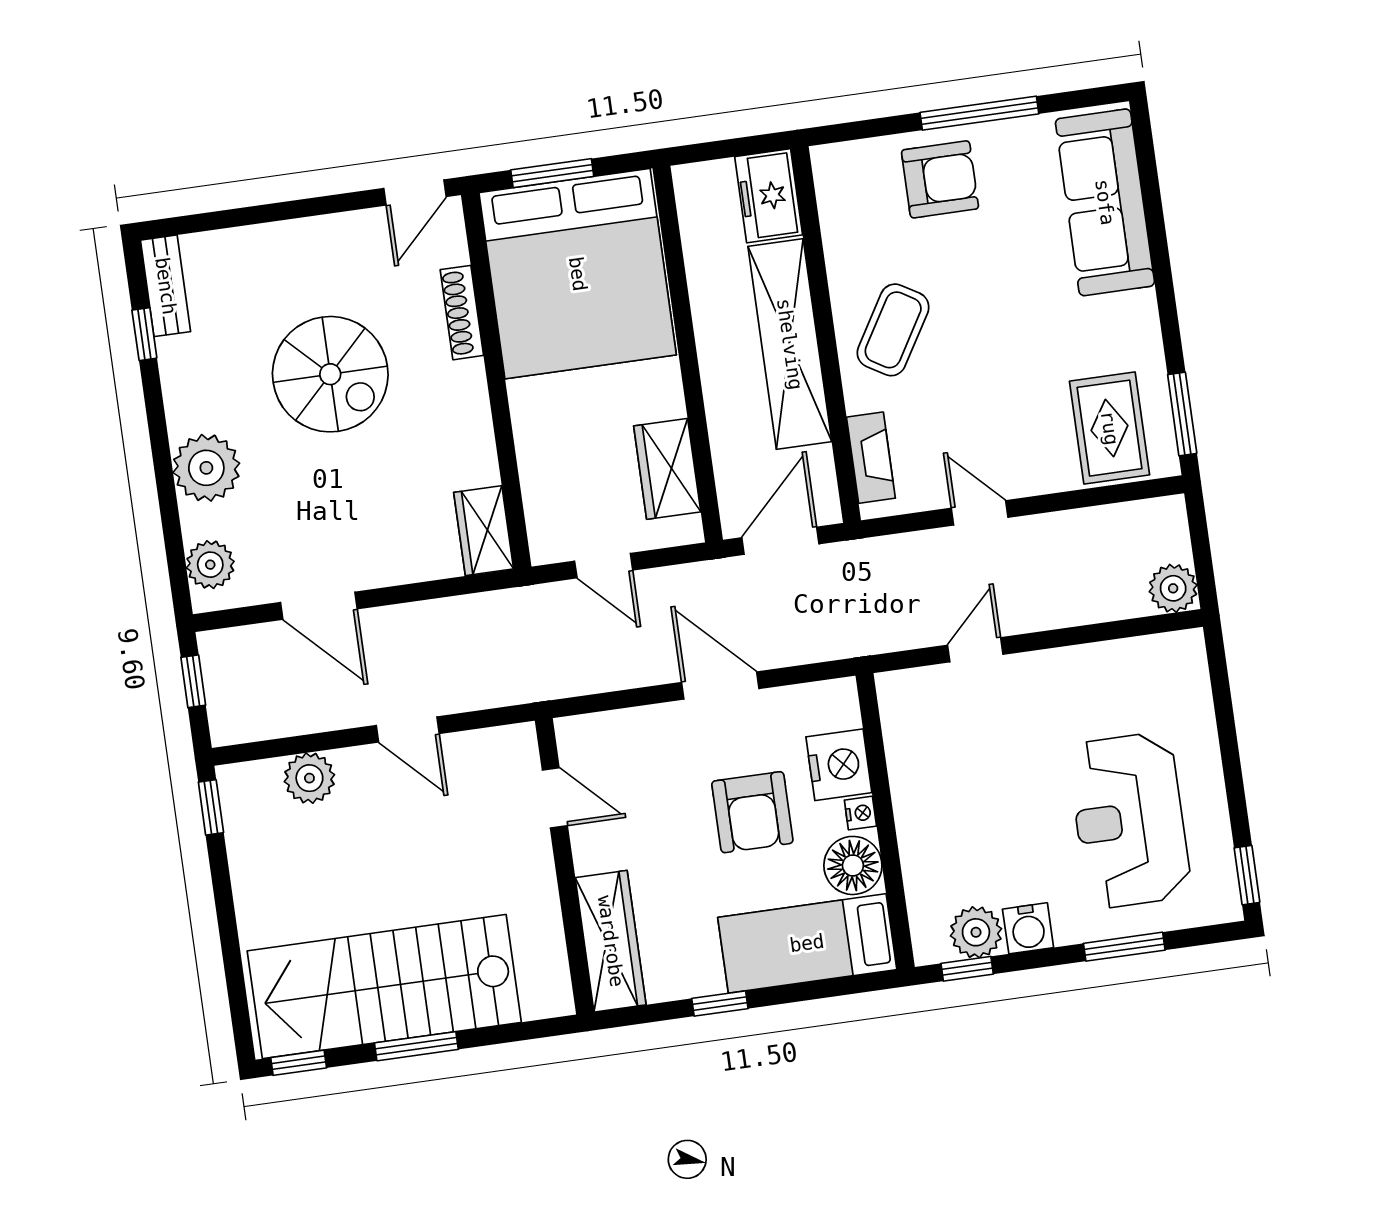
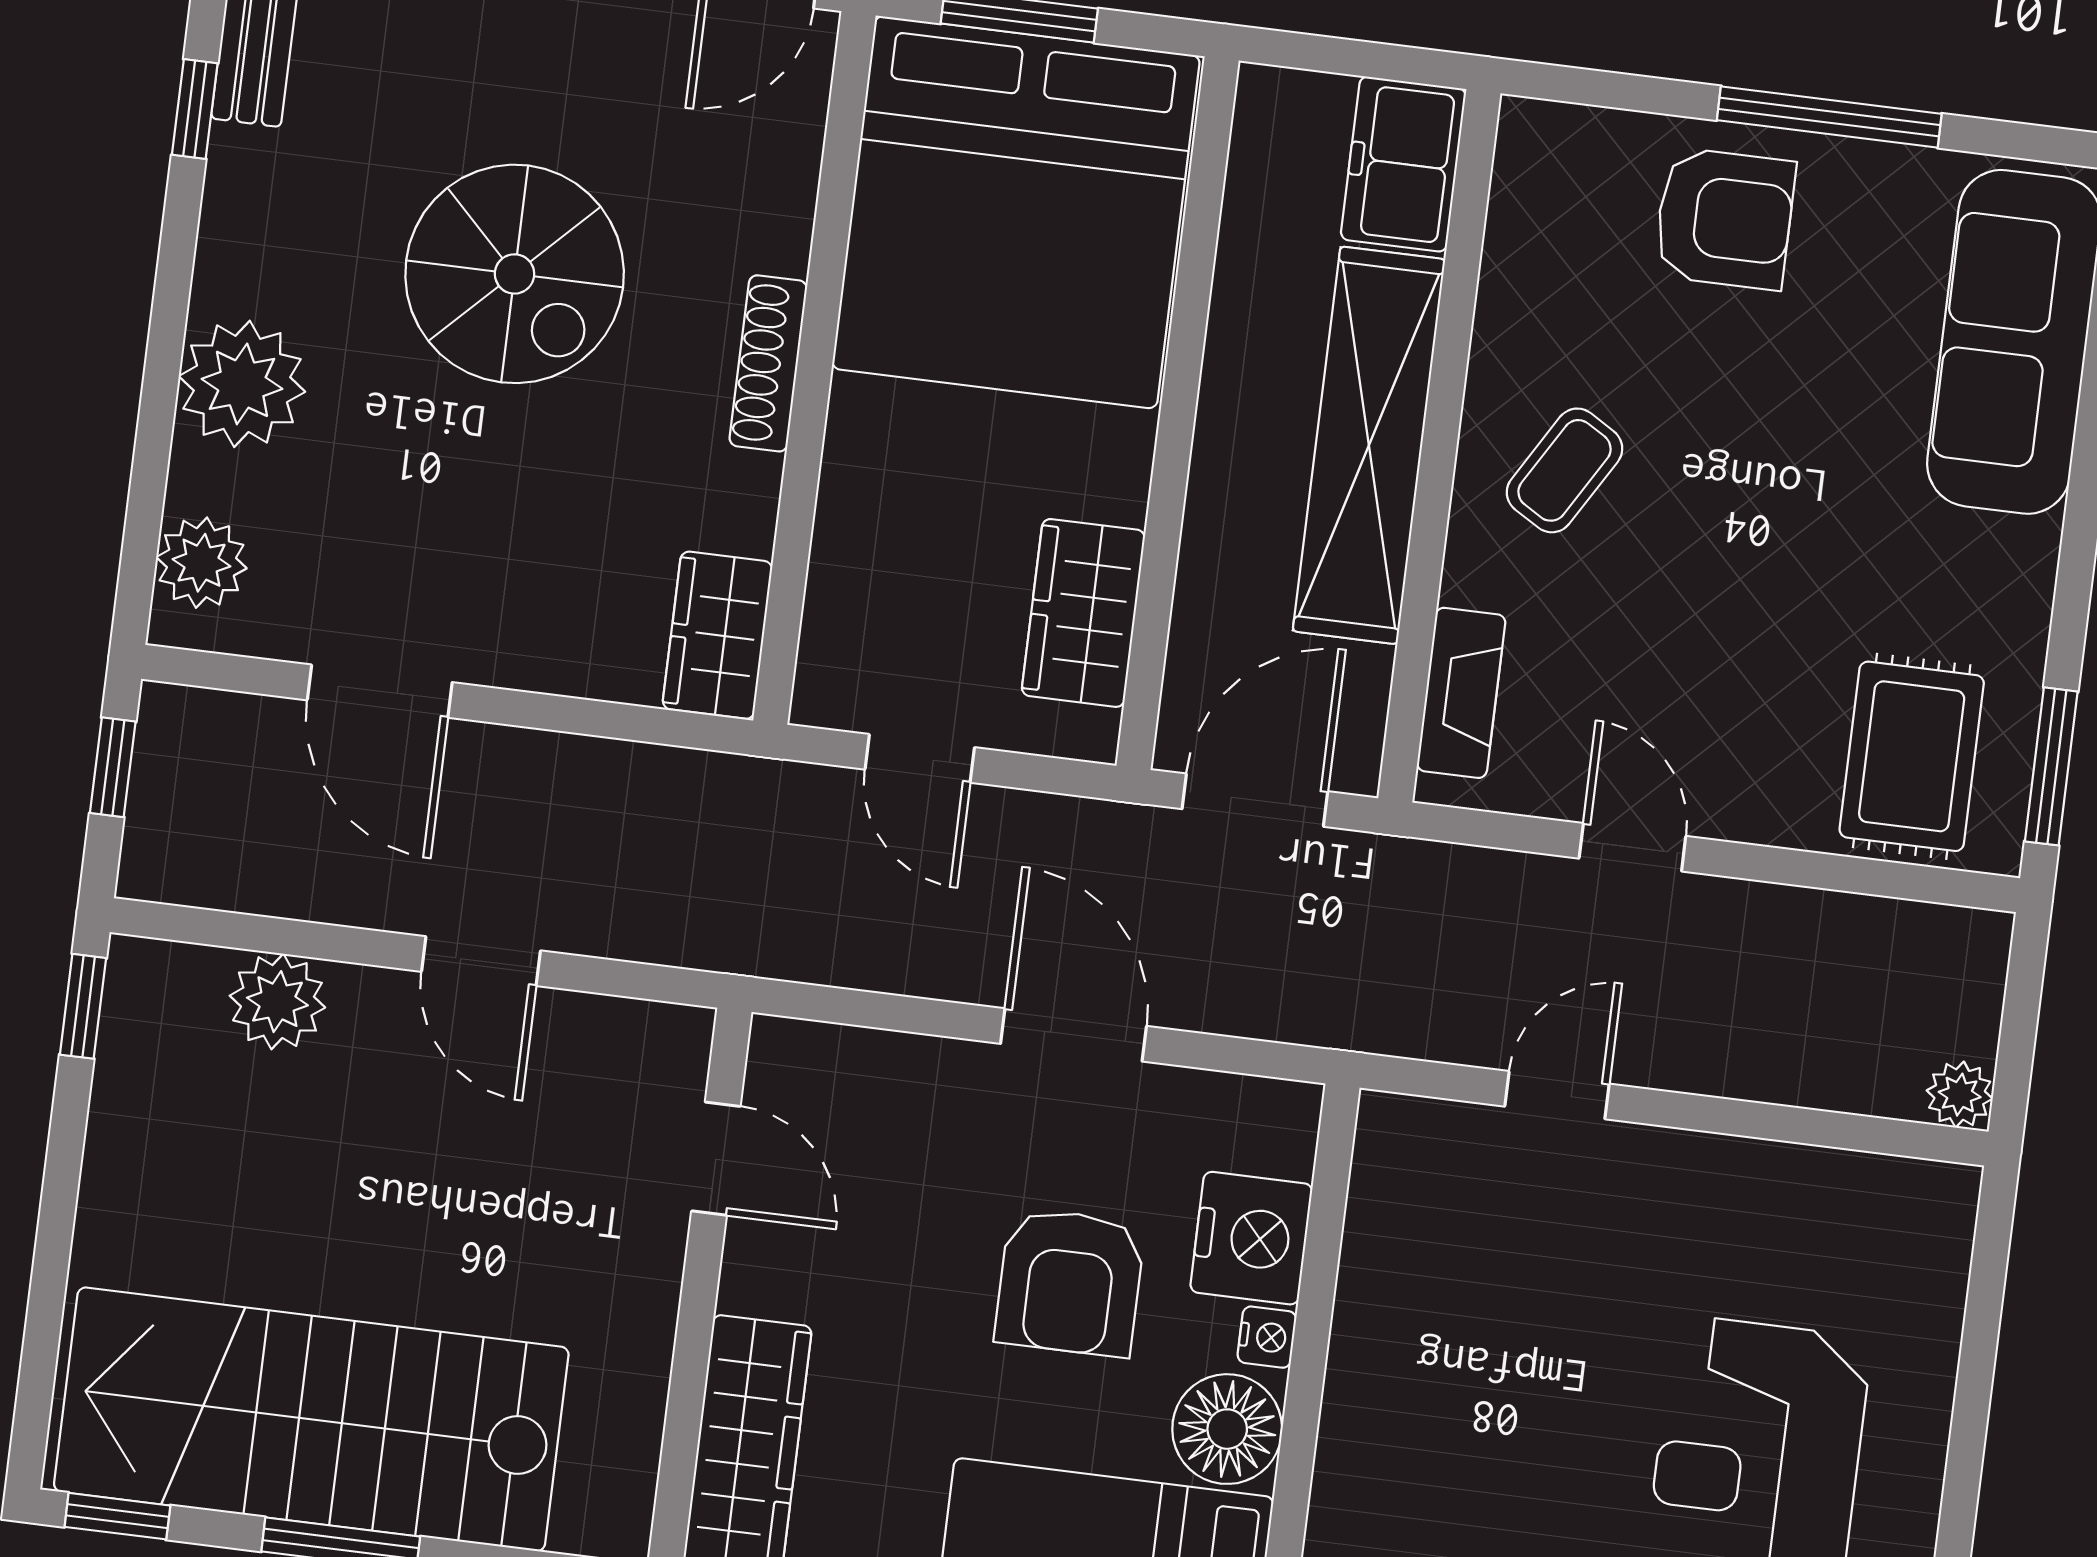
shoe rack: (462, 313) -> (768, 363), moved
coffee table: (893, 330) -> (1565, 470), width x0.73, depth x0.77
plant: (1173, 588) -> (1960, 1095), width x0.73, depth x0.73

